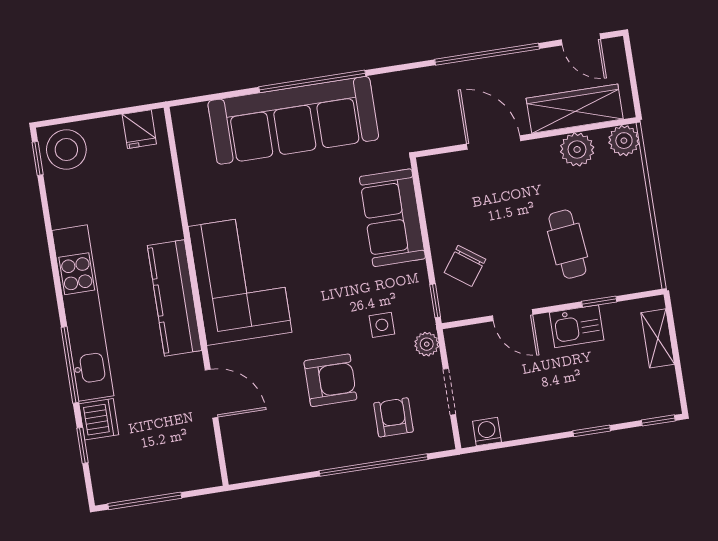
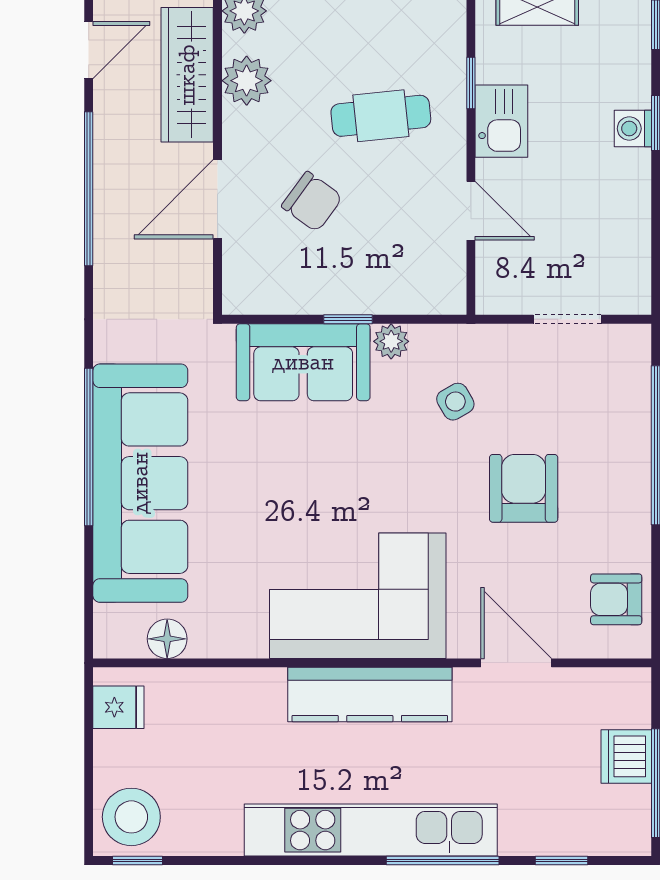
floor lamp: (191, 155) -> (167, 639), added
chair: (465, 266) -> (312, 202), moved
window: (435, 301) -> (348, 319), moved
door: (513, 315) -> (471, 211), hinge flipped
side table: (382, 325) -> (455, 402), turned -30
plant: (427, 344) -> (391, 341), moved
door: (211, 394) -> (516, 663), hinge flipped
armchair: (393, 417) -> (616, 599), moved
dishwasher: (99, 419) -> (626, 756), moved, turned -90
washing machine: (487, 432) -> (633, 129), moved

